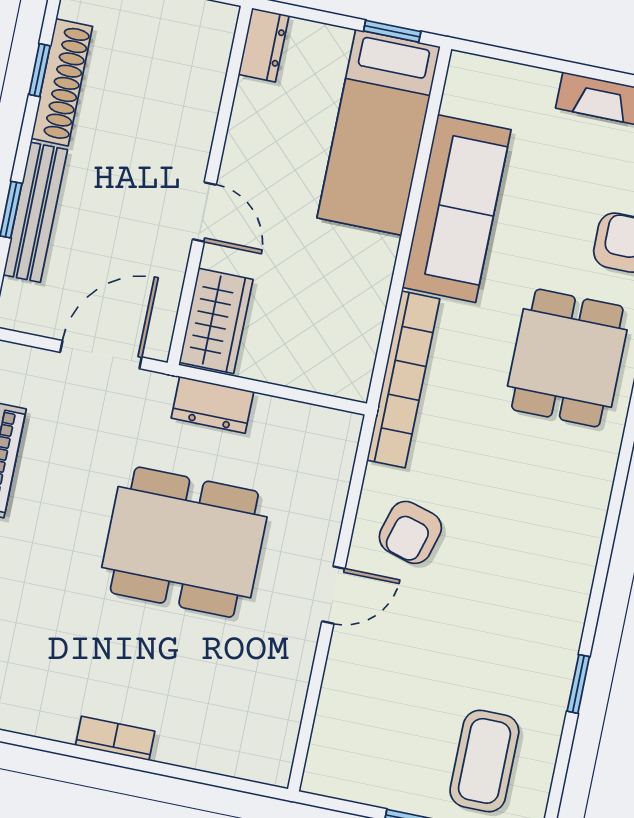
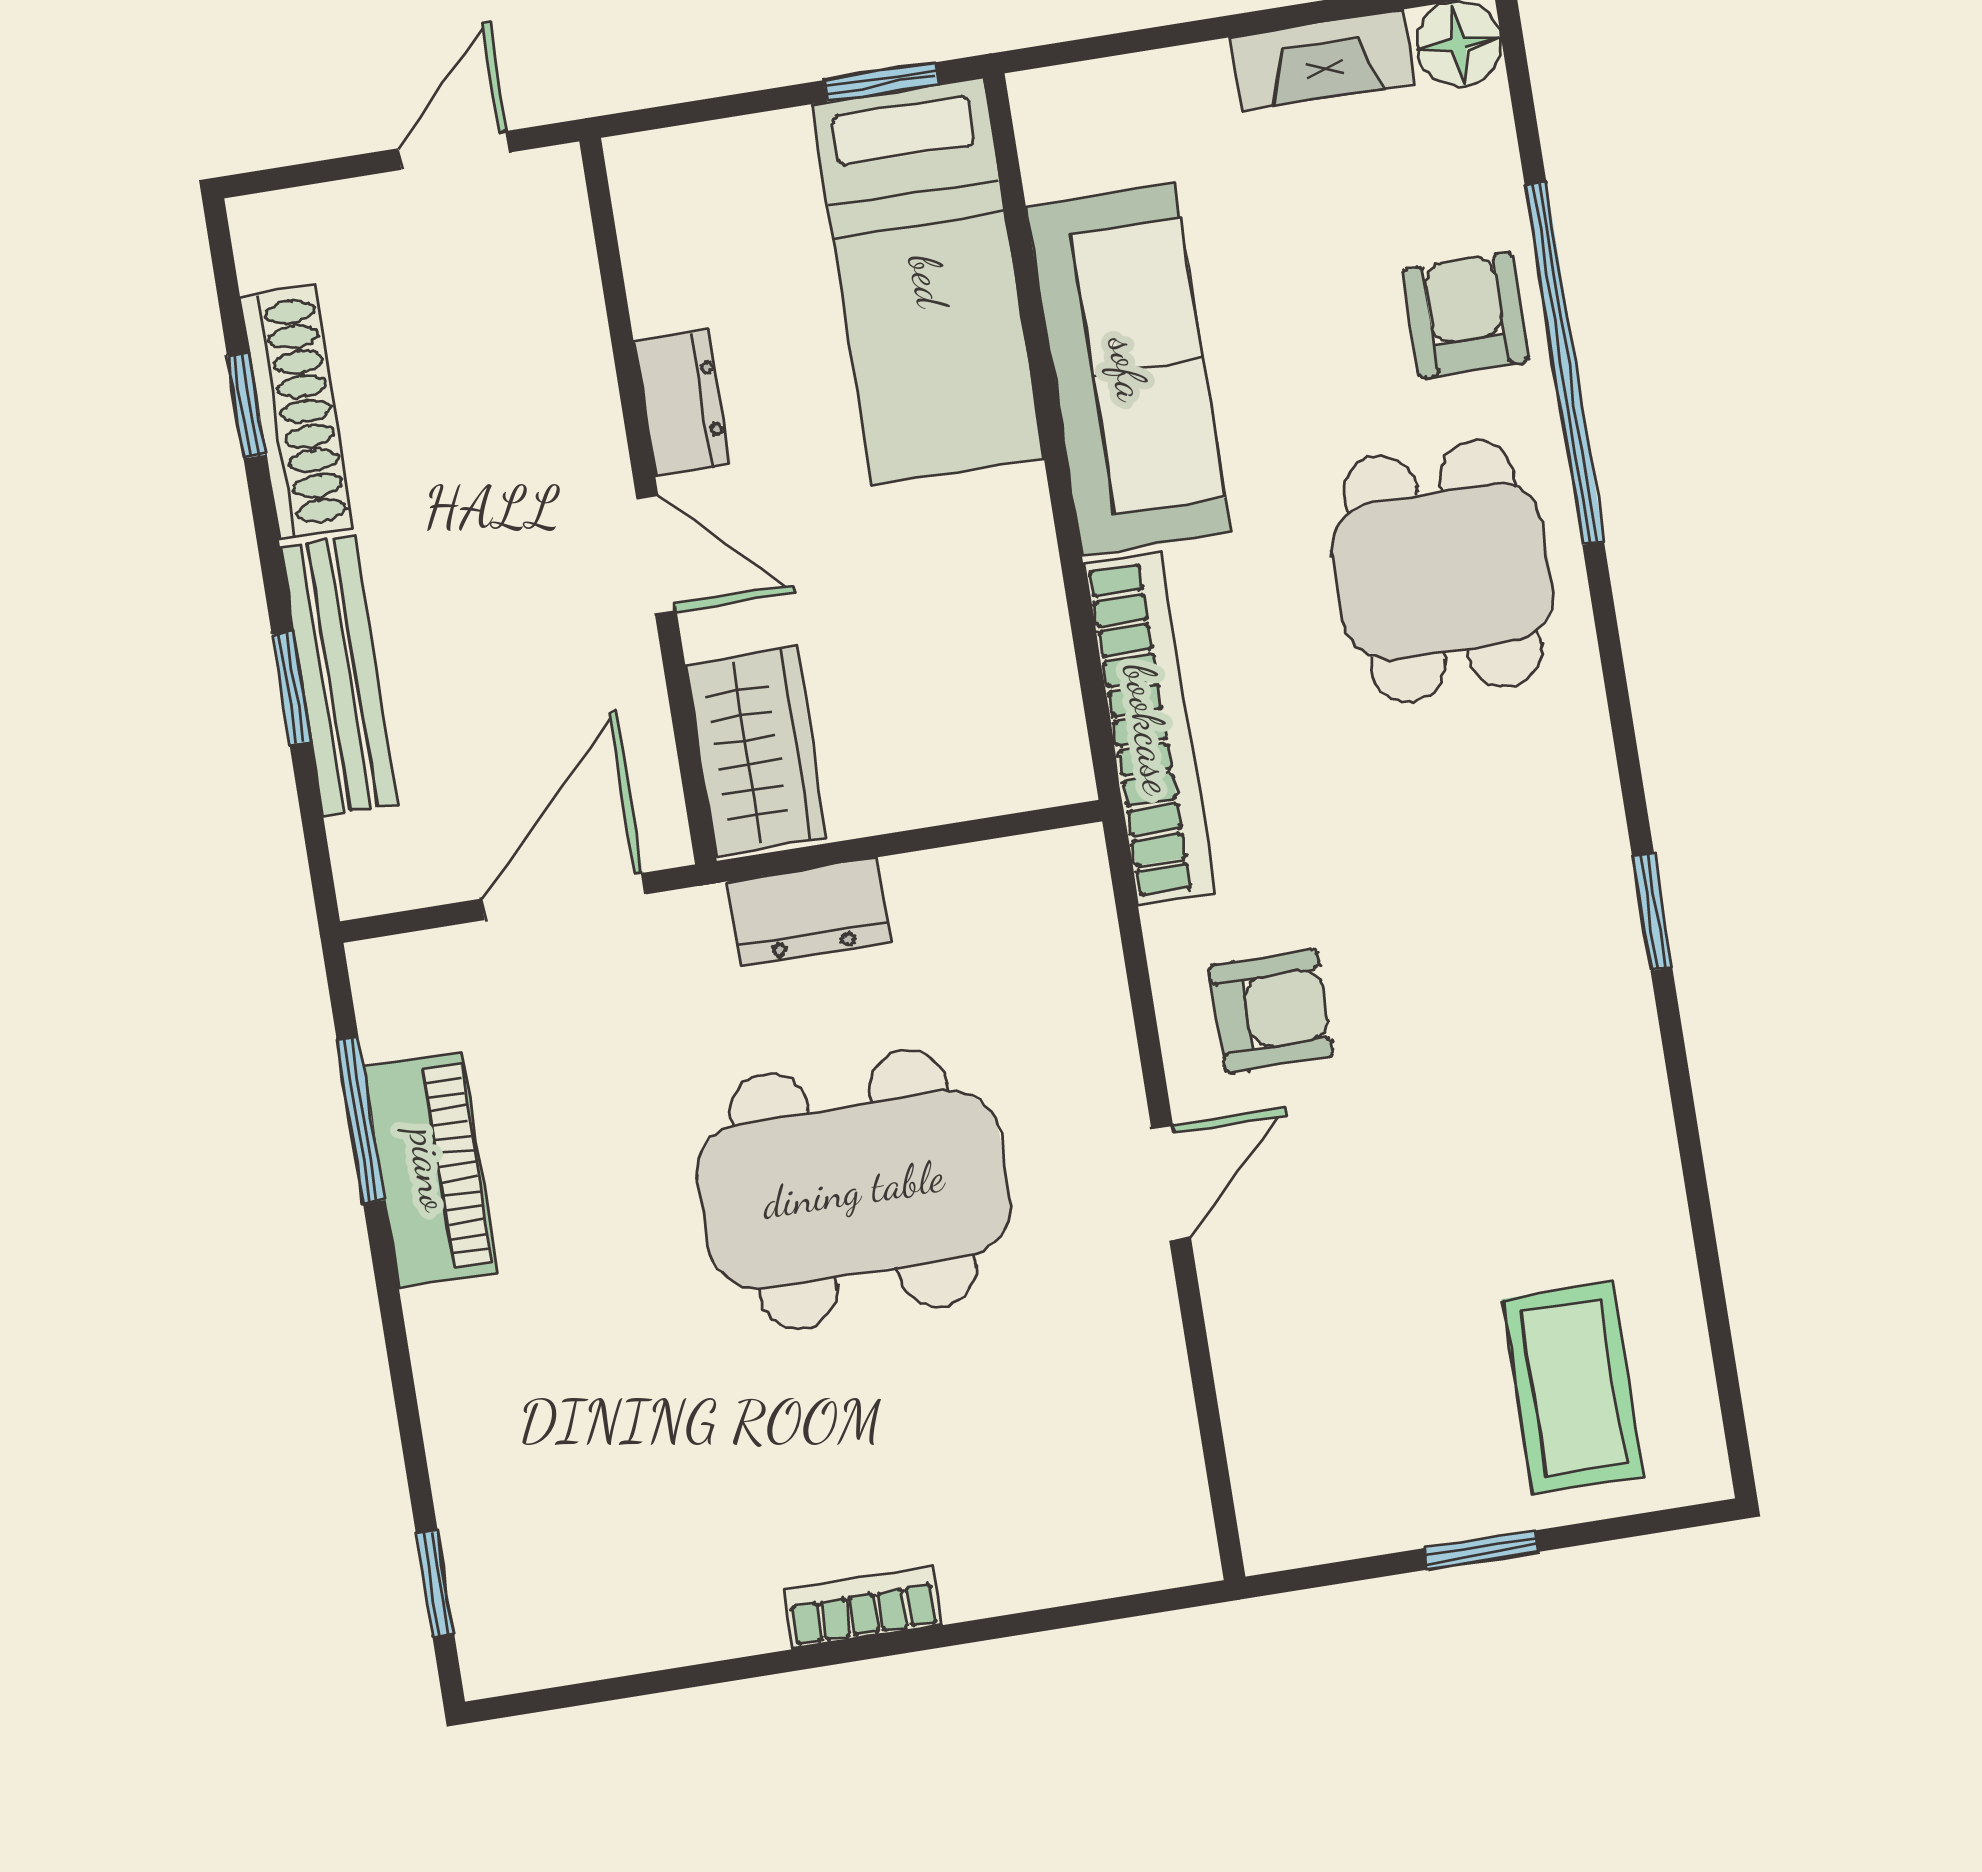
dresser: (264, 45) -> (682, 403), moved
armchair: (410, 532) -> (1271, 1011), turned -106
window: (578, 684) -> (1652, 912), moved

